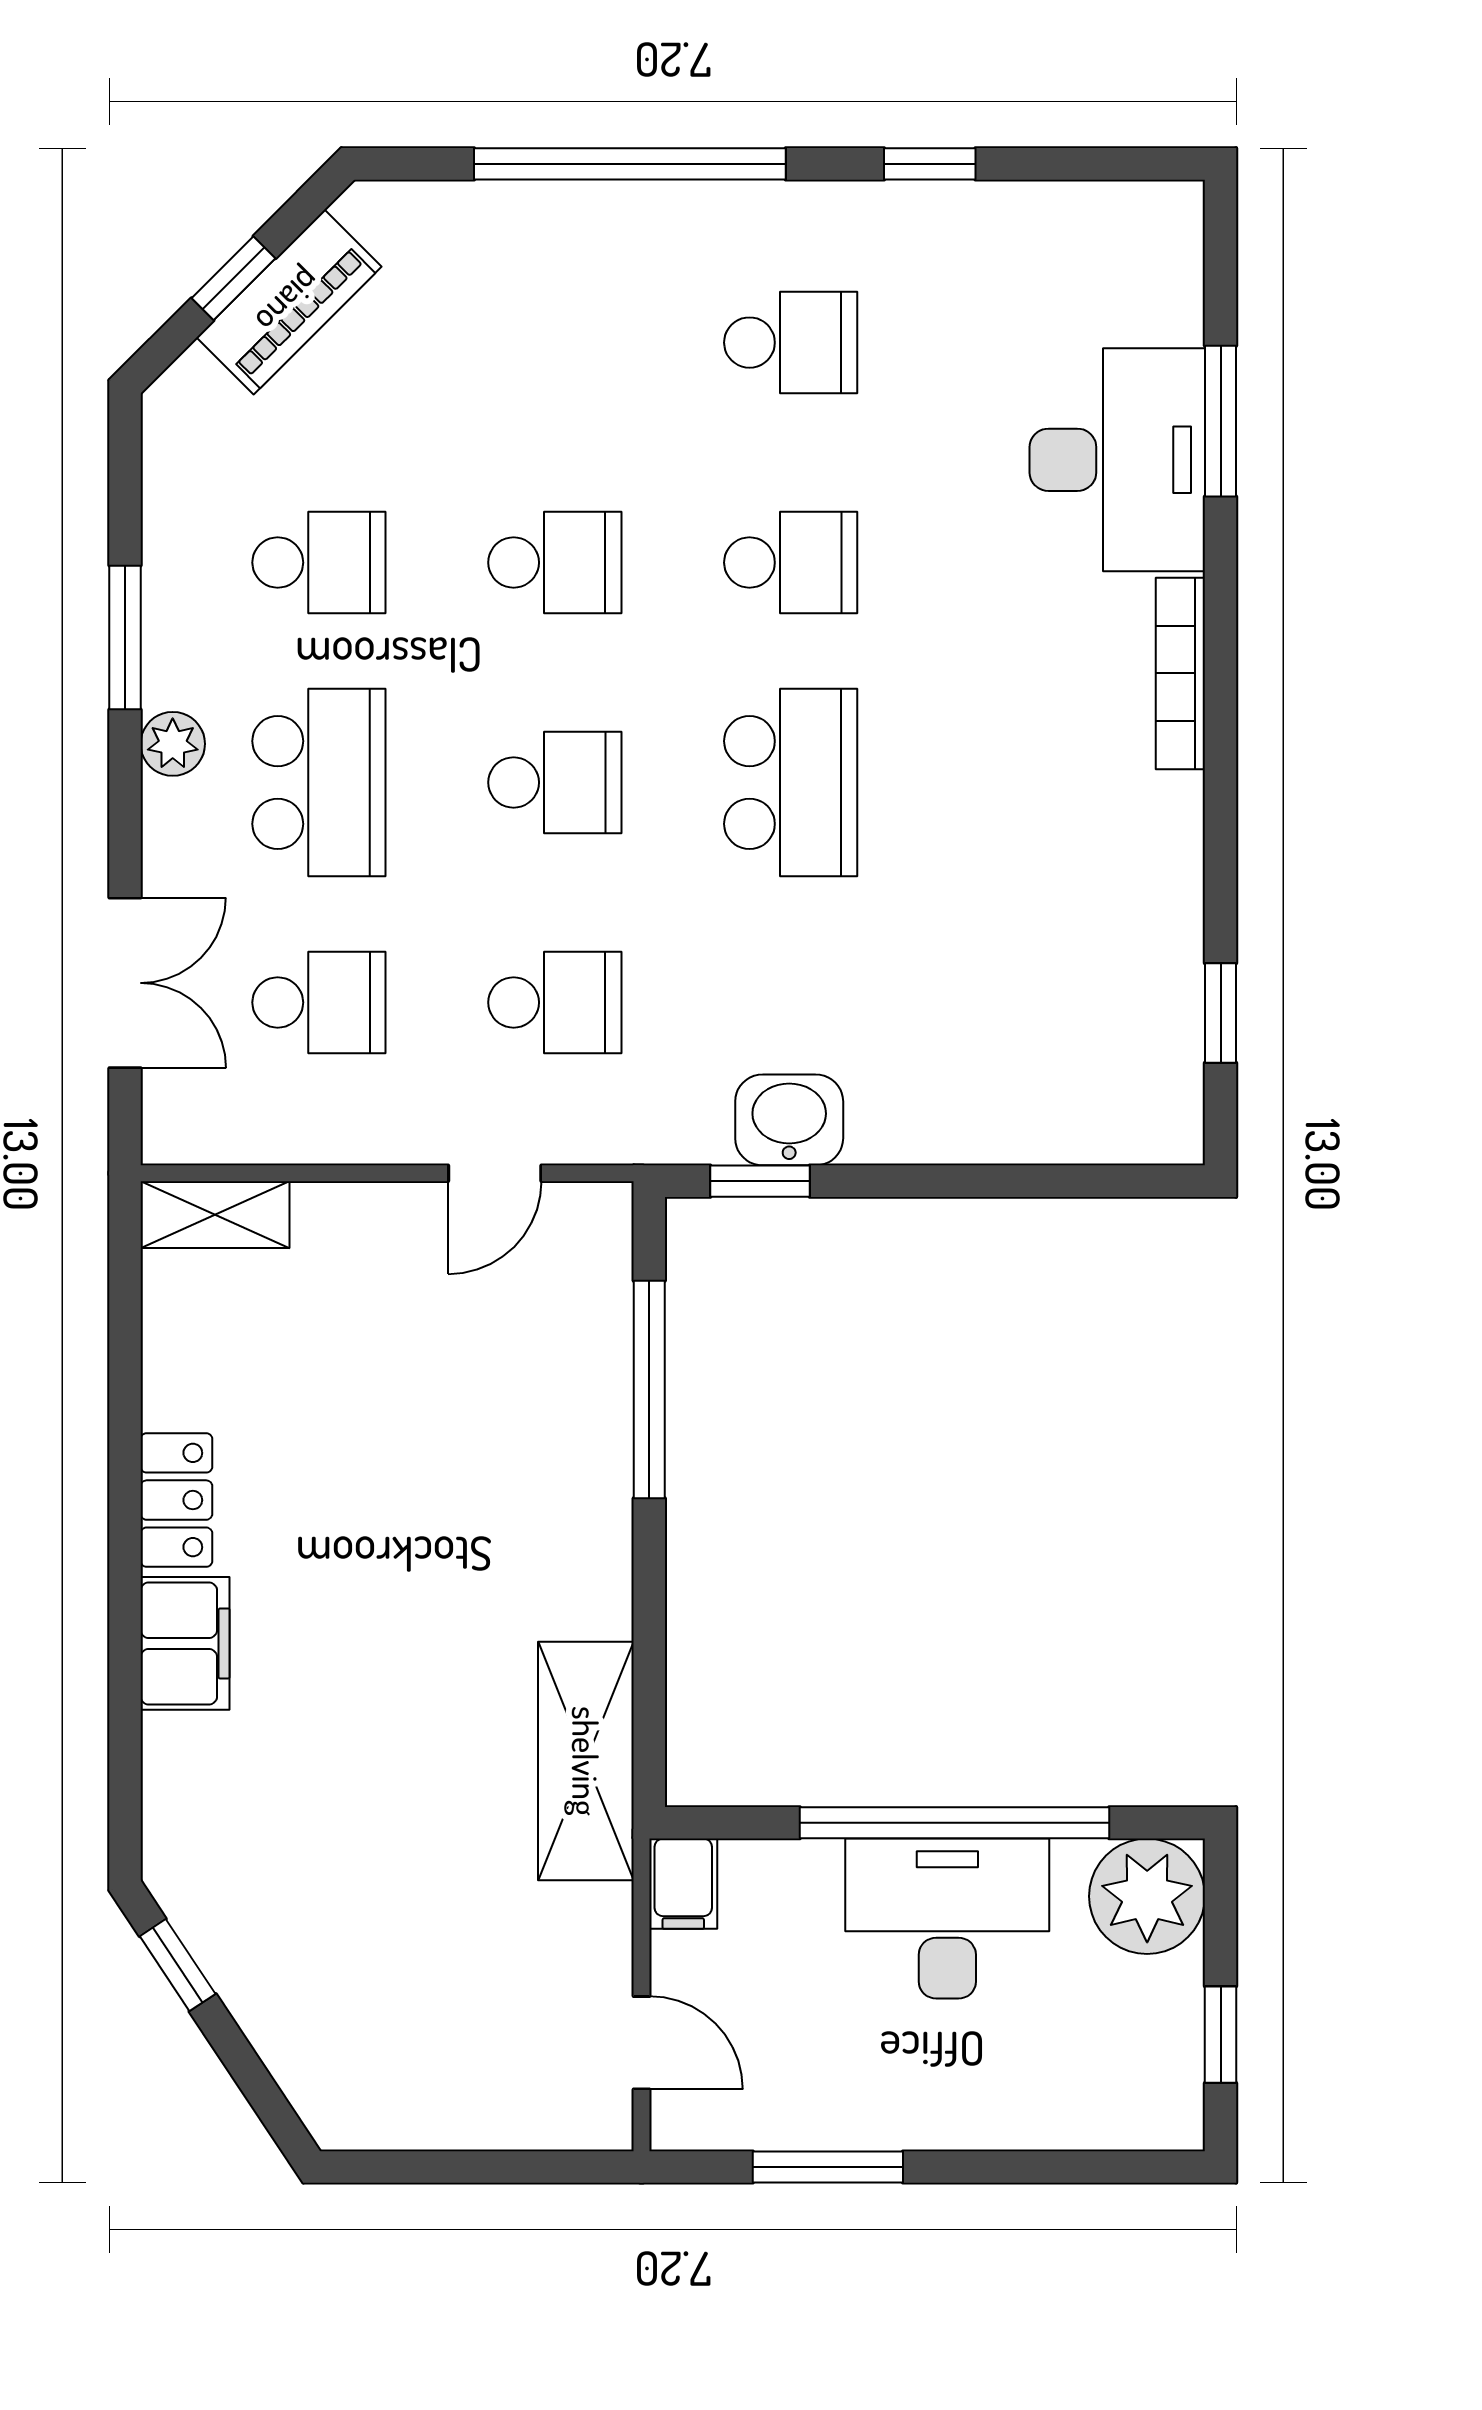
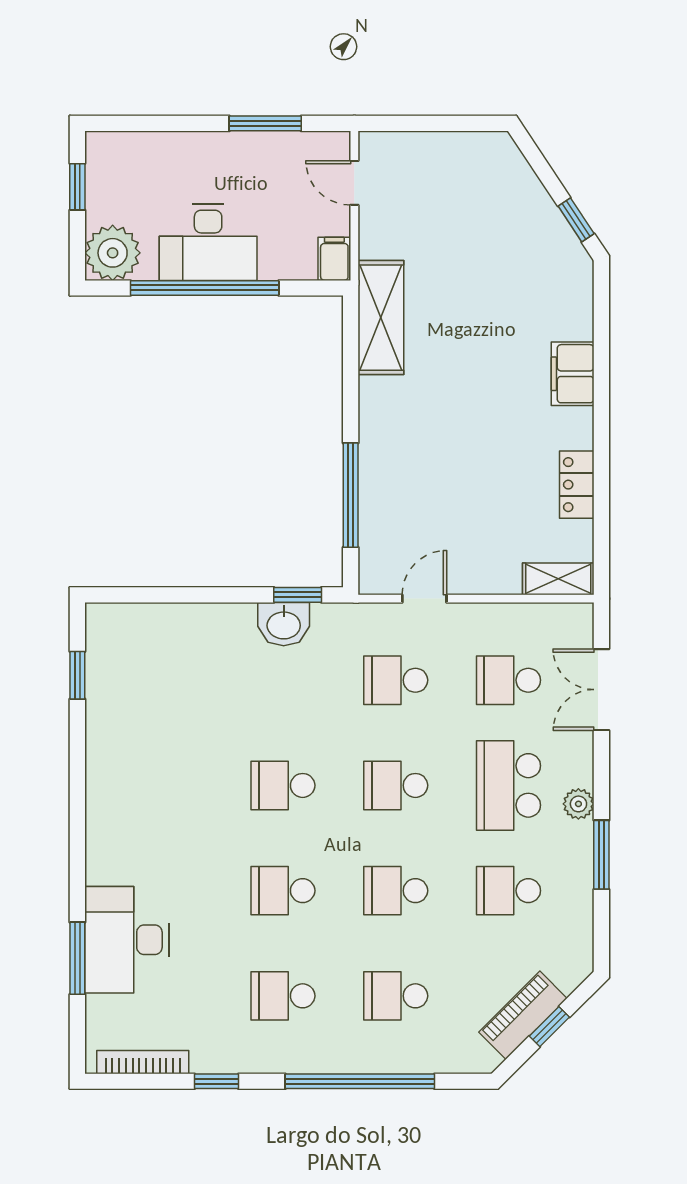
school desk: (555, 343) -> (396, 996), added
bookcase: (1180, 673) -> (143, 1062), moved, turned -90
school desk: (791, 782) -> (283, 785), width x0.54
locker: (176, 1500) -> (577, 485), moved

